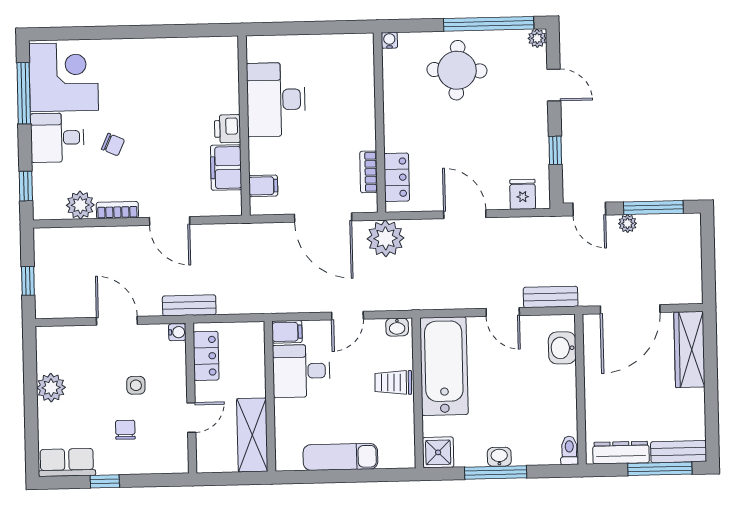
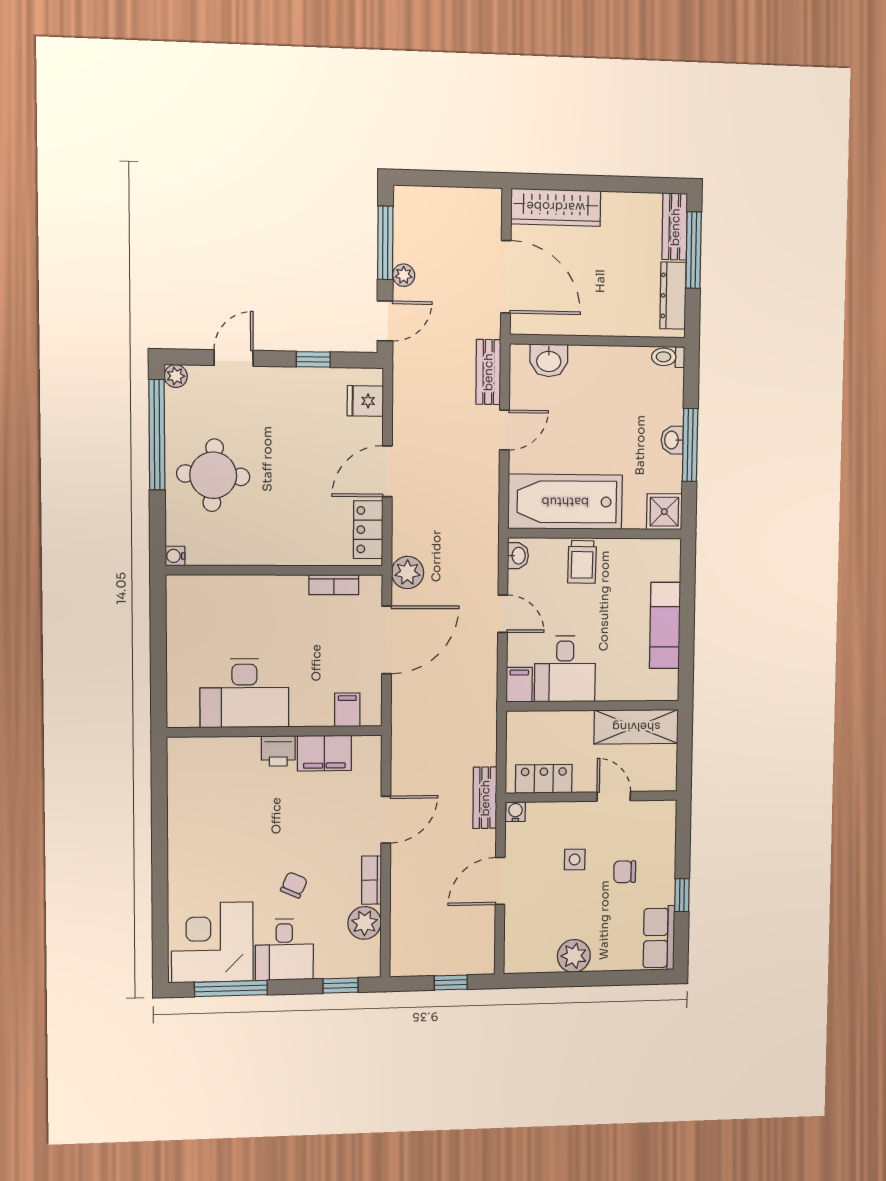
locker: (397, 177) -> (368, 530), moved, turned -90
plant: (386, 238) -> (407, 572), width x0.73, depth x0.73

